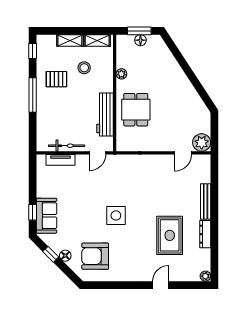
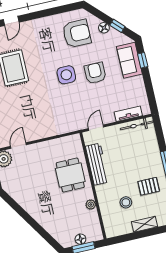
shelving: (97, 40) -> (120, 230), removed
bicycle: (67, 146) -> (137, 125), moved
armchair: (85, 210) -> (95, 73), added

